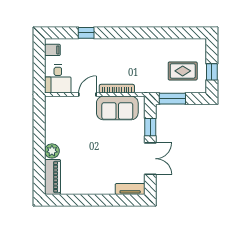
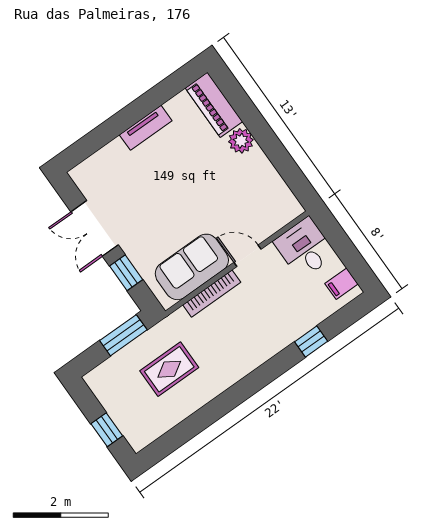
rug: (183, 71) -> (169, 369), moved
window: (212, 72) -> (107, 430), moved
door: (87, 95) -> (247, 256), swing flipped
tv unit: (130, 189) -> (146, 128), moved

